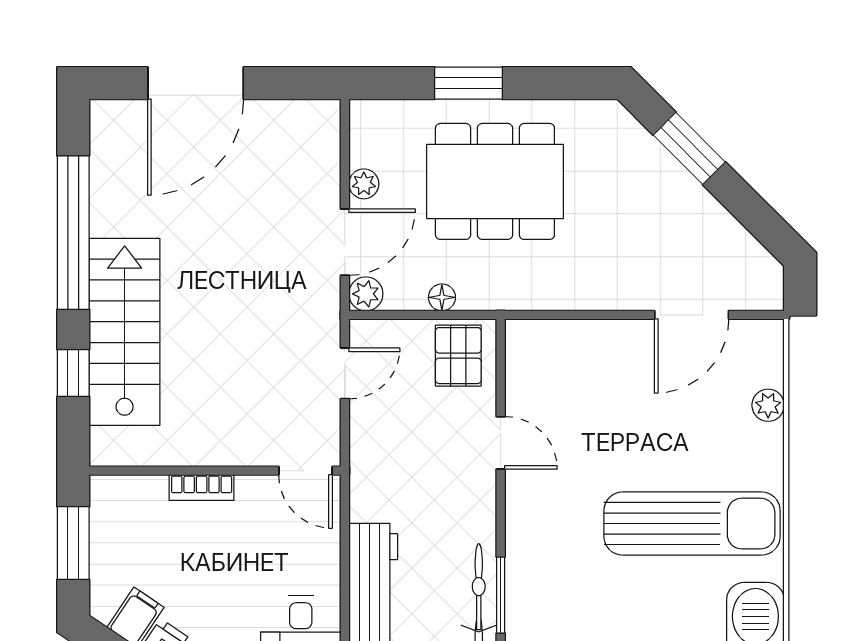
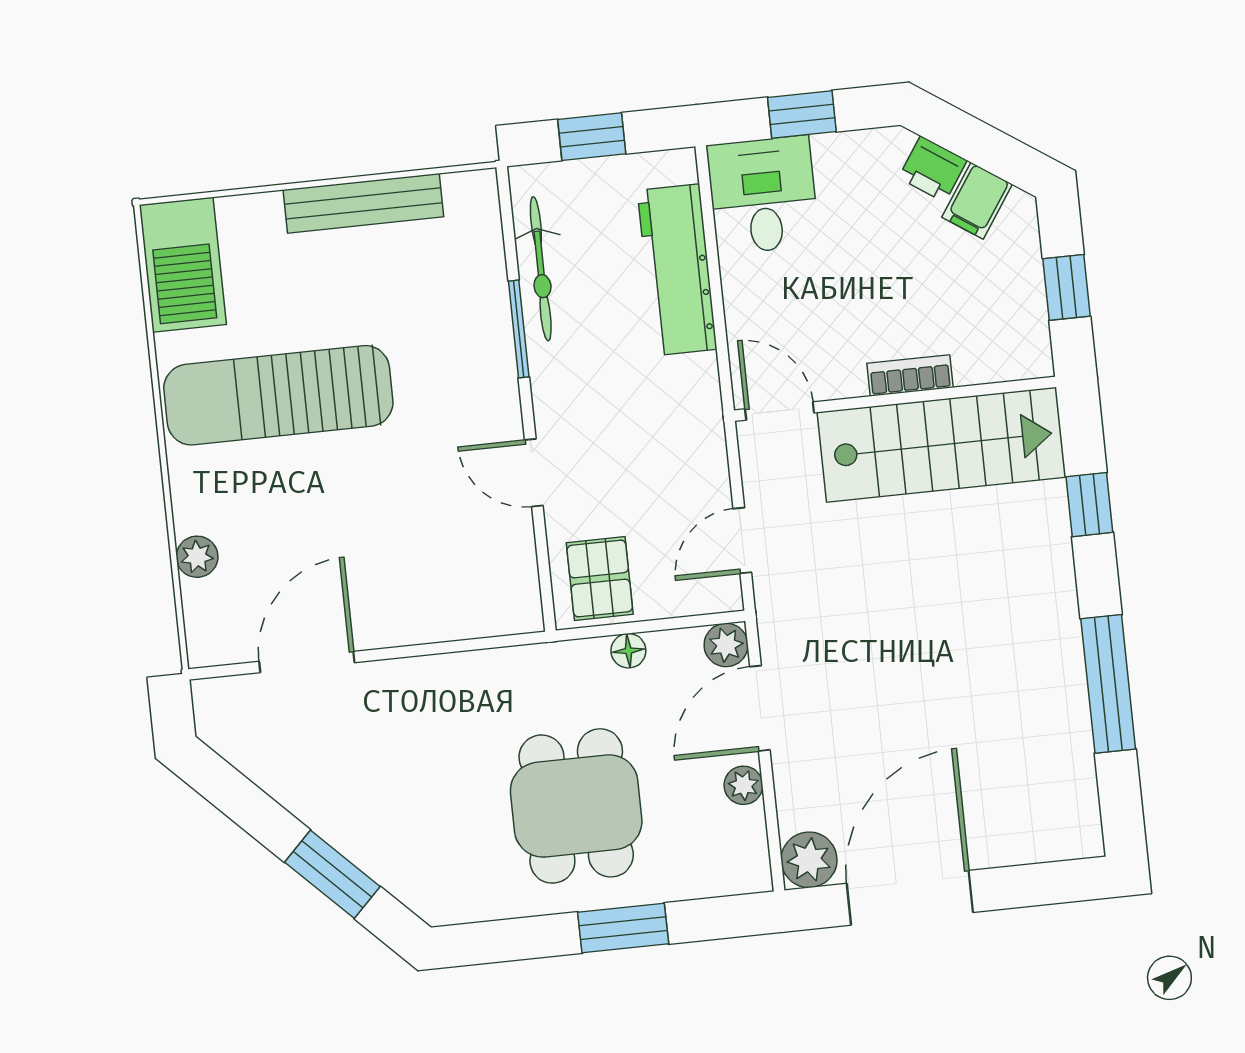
door: (196, 83) -> (910, 898), moved
plant: (319, 121) -> (809, 860), added
dining table: (495, 181) -> (576, 806), width x0.73
window: (73, 233) -> (1108, 684), width x0.68
stairs: (125, 332) -> (941, 445), moved, turned -90
window: (73, 543) -> (1067, 287), width x0.67
window: (501, 595) -> (519, 329), moved

